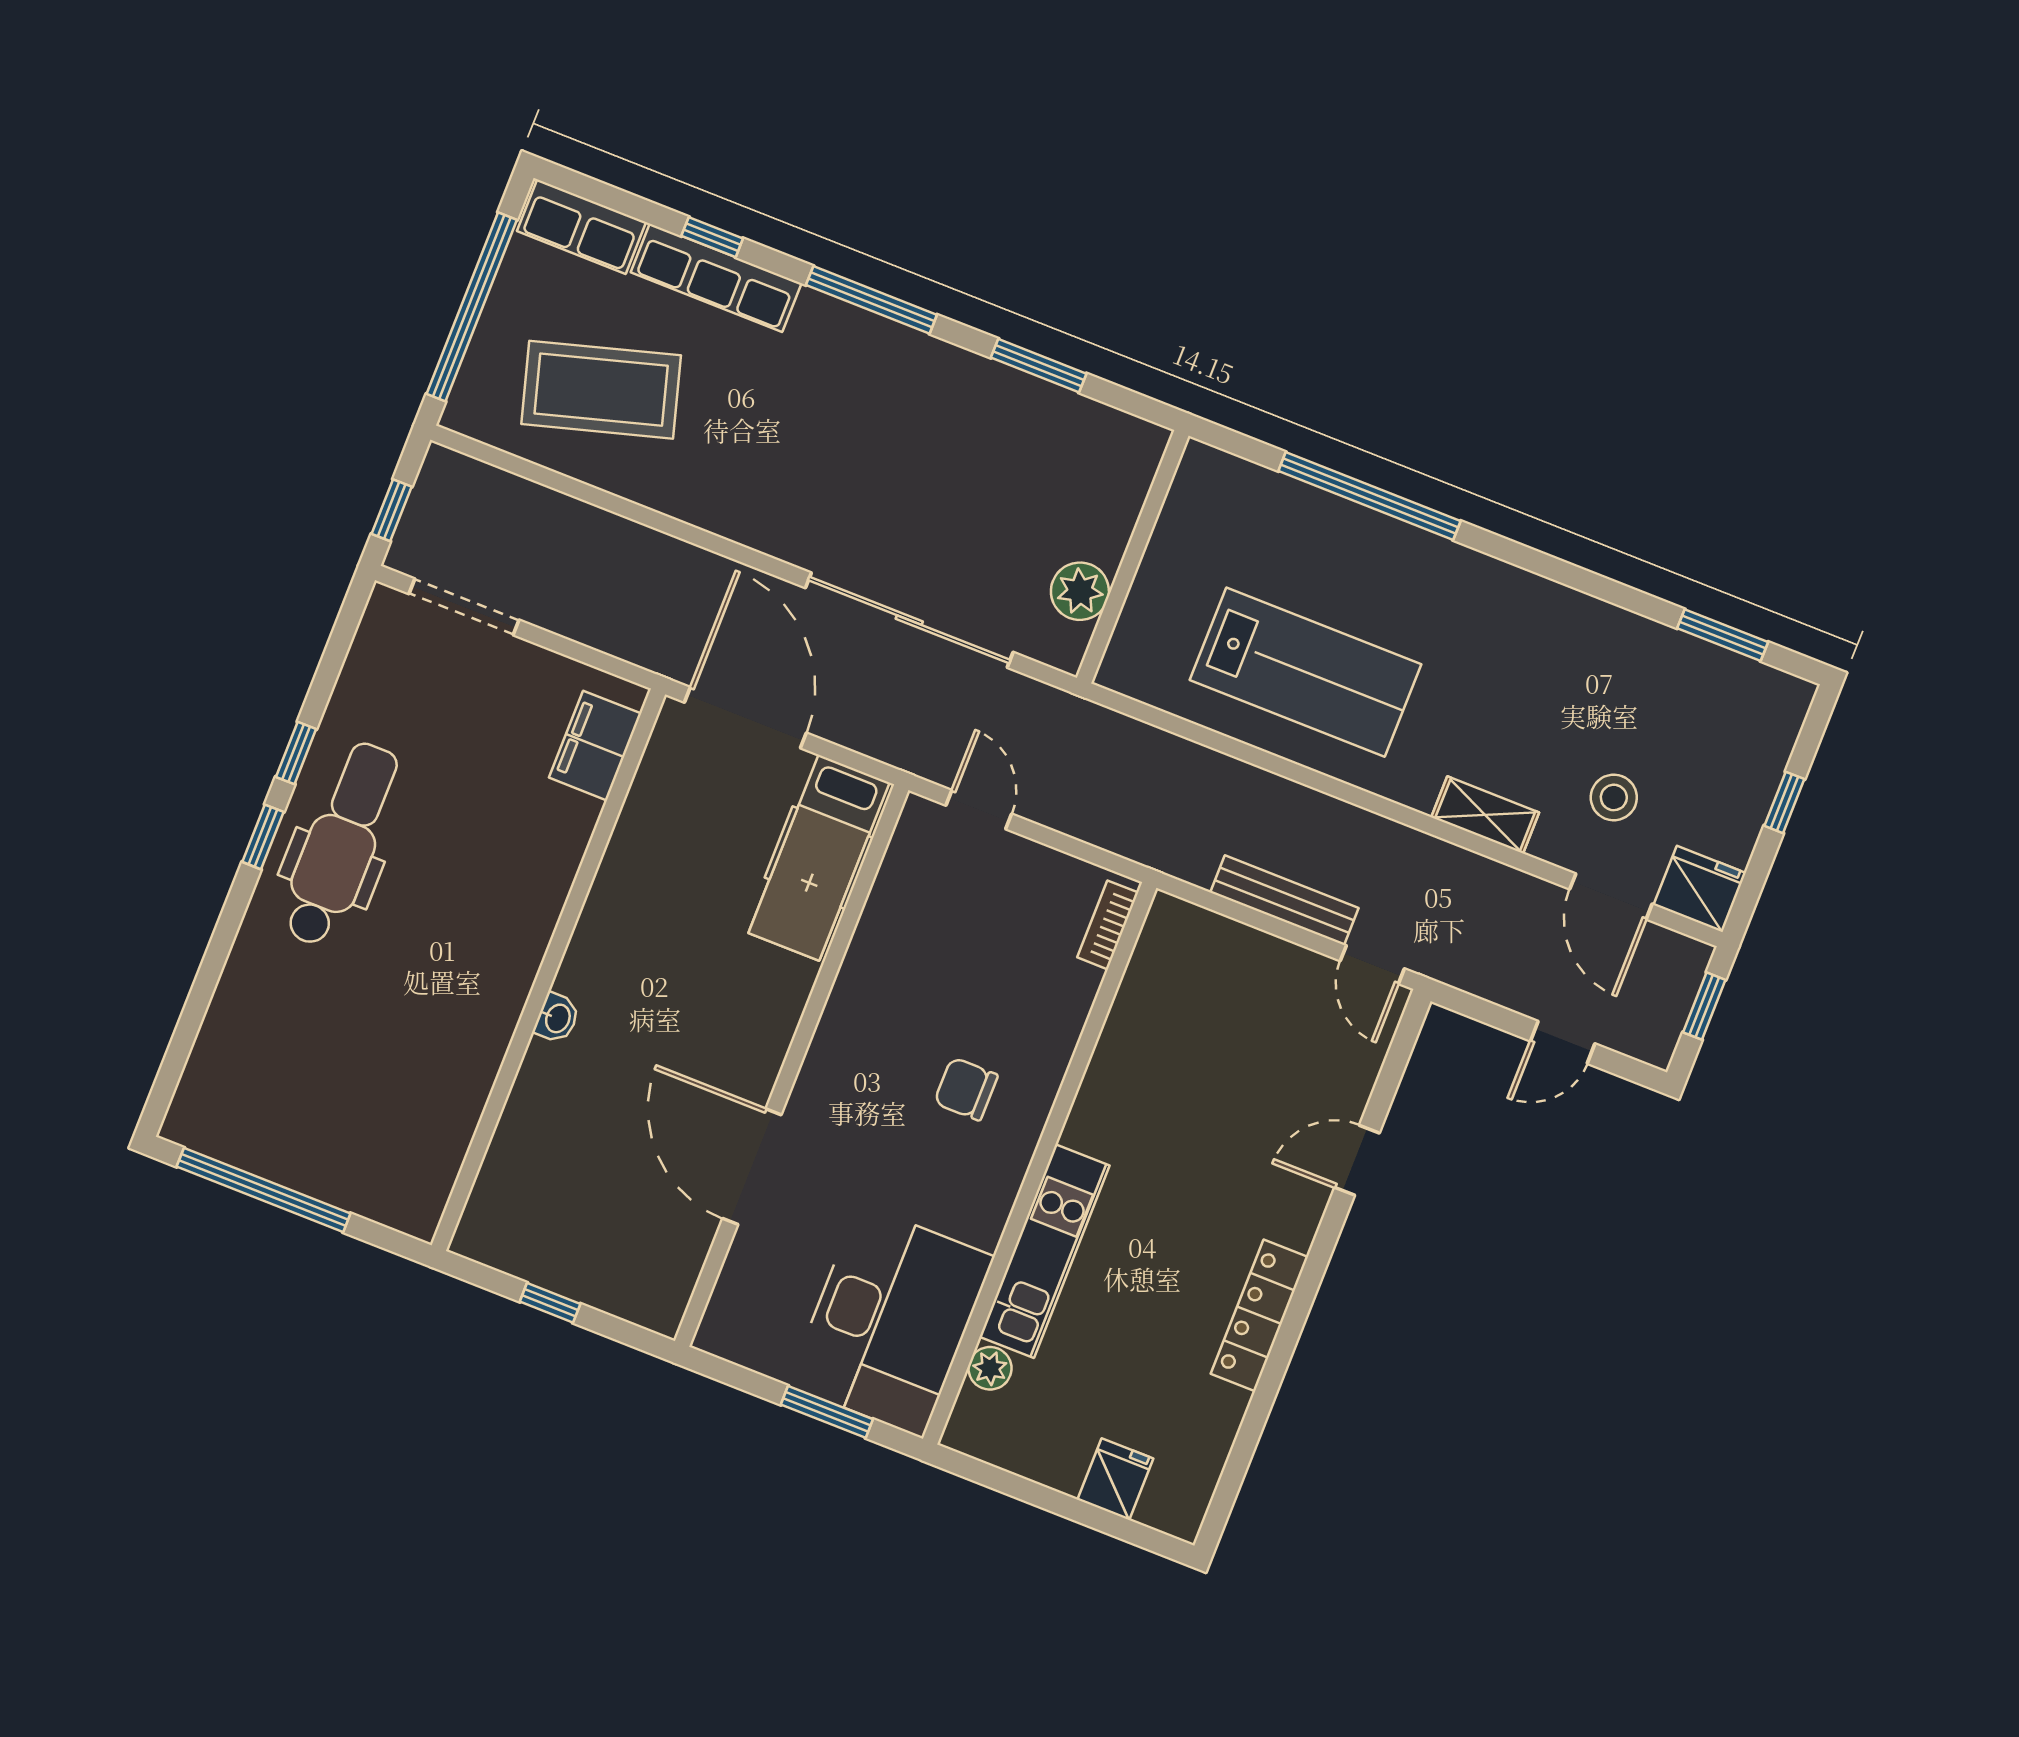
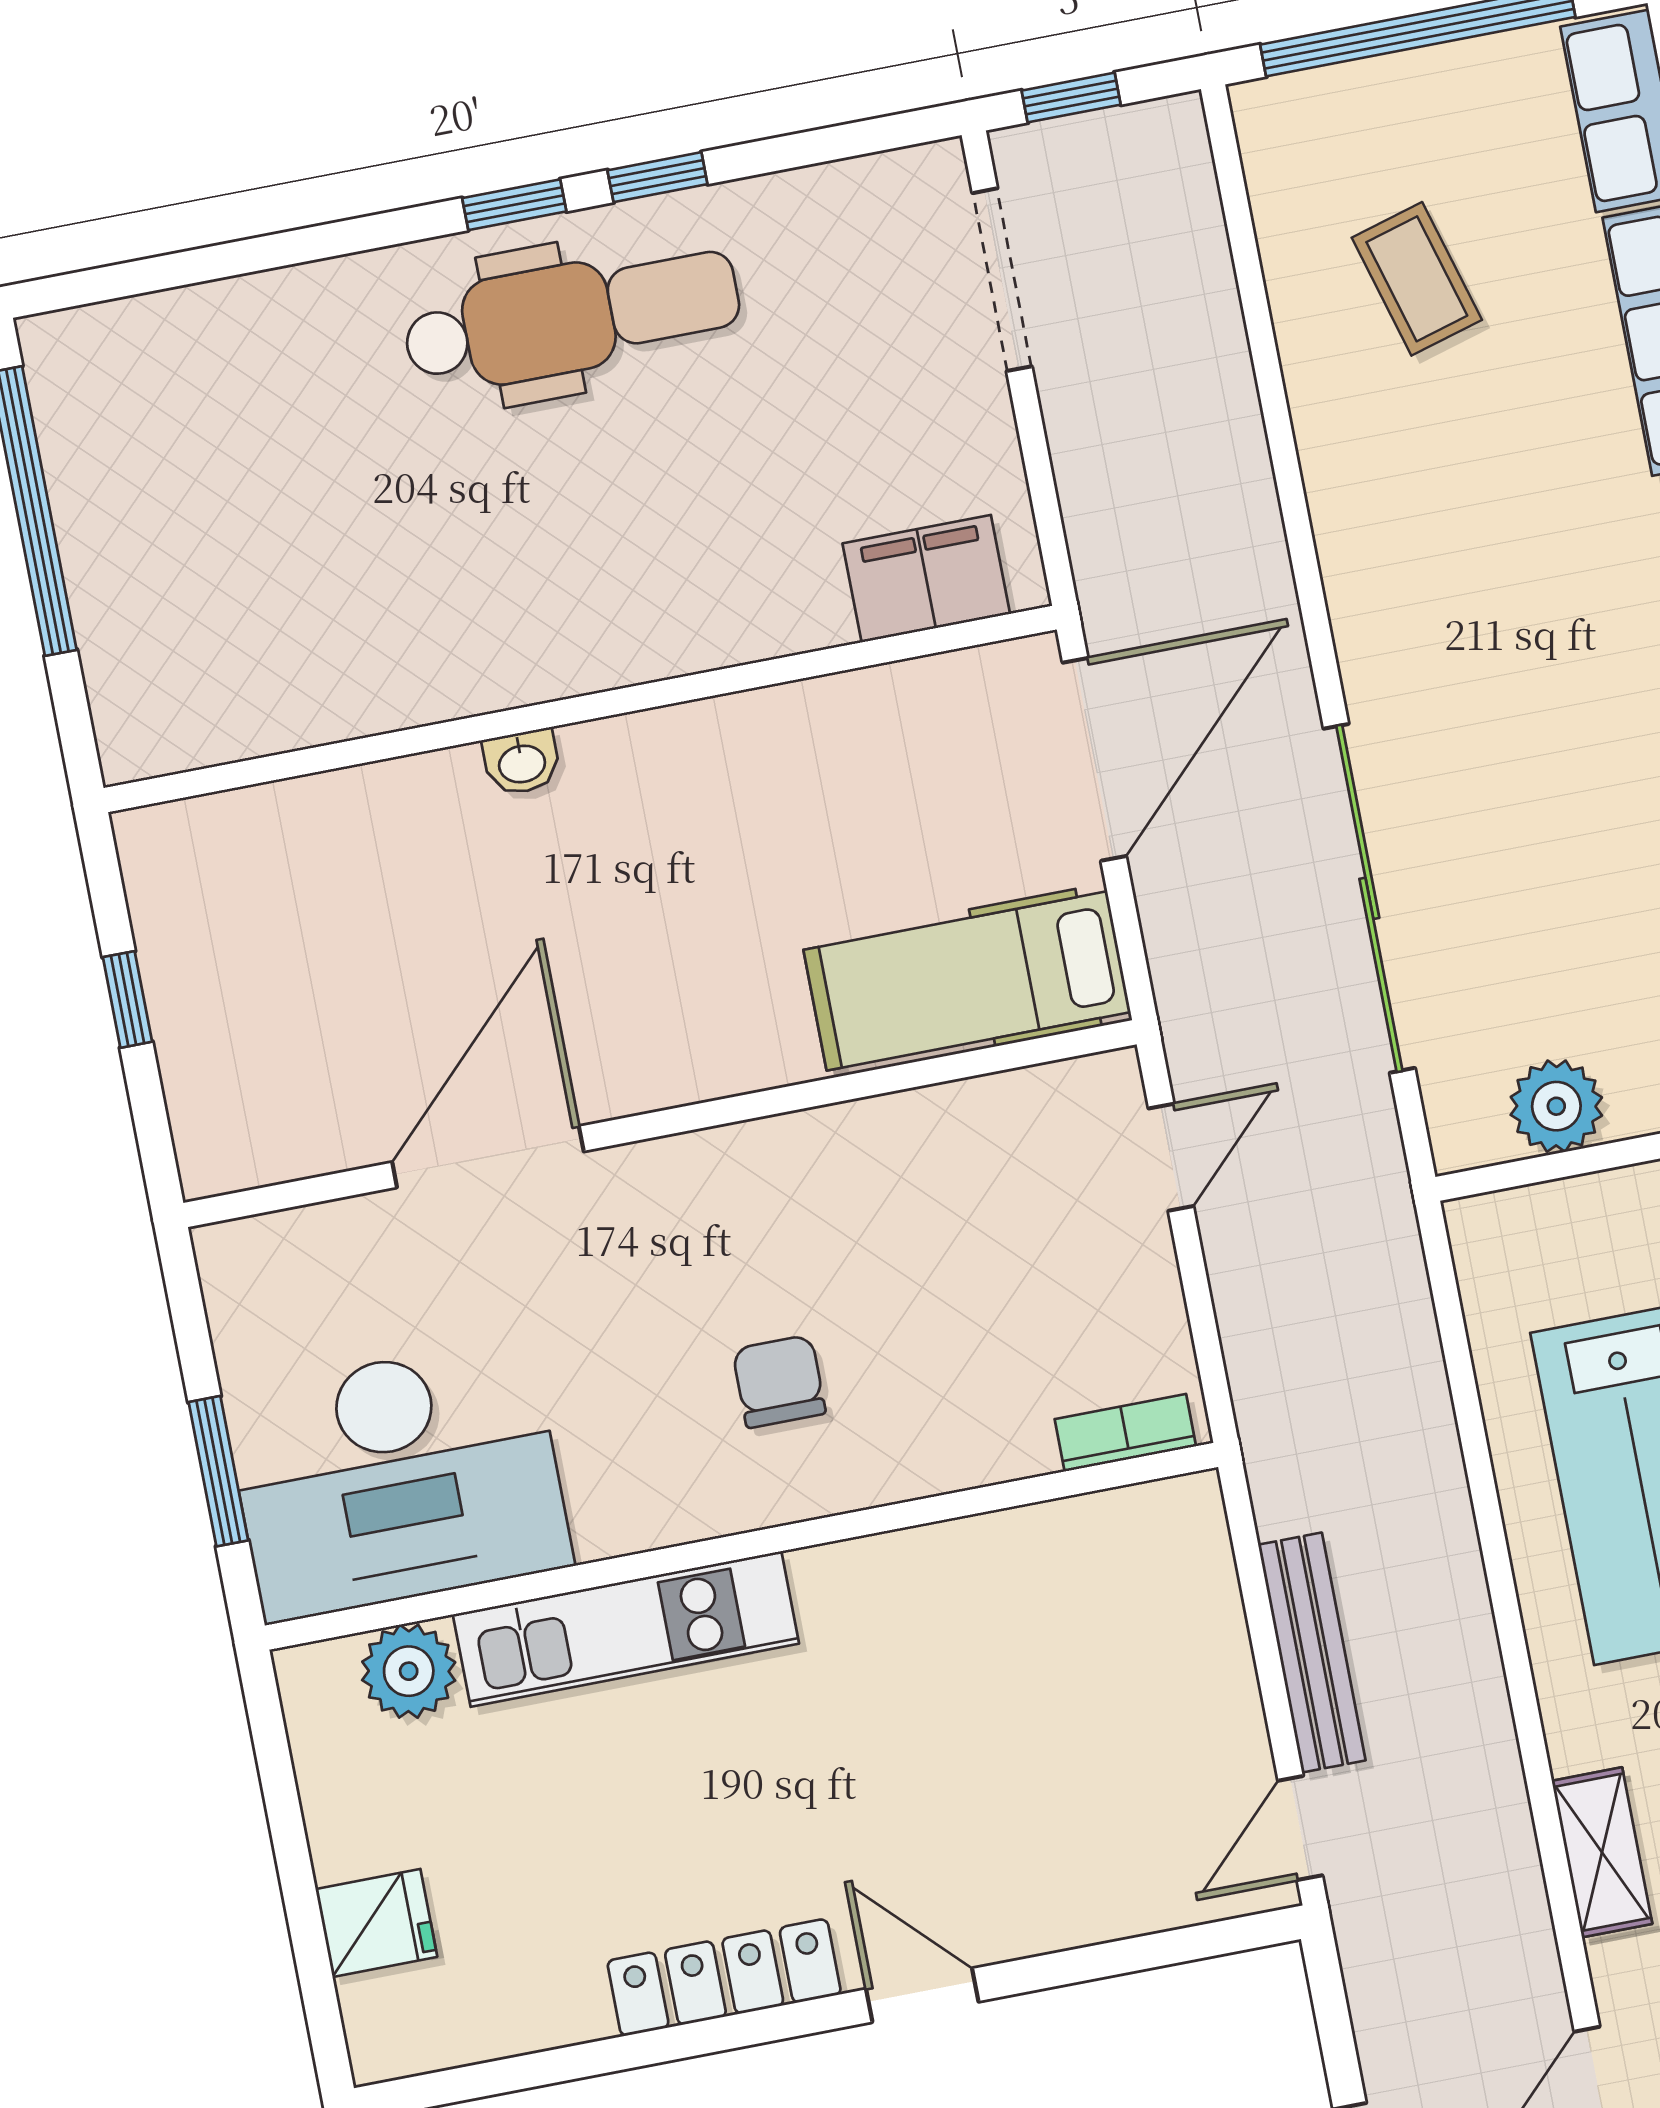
coffee table: (601, 390) -> (1417, 279), width x0.54, depth x0.58
door: (1357, 1160) -> (922, 1995), moved
plant: (990, 1368) -> (409, 1671), width x1.38, depth x1.38

